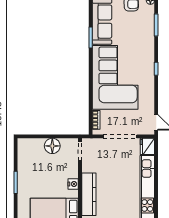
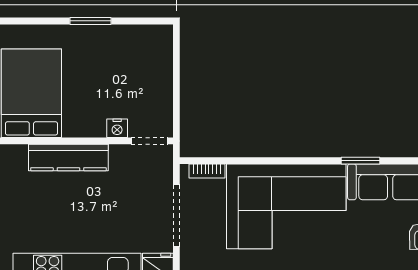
floor lamp: (52, 146) -> (159, 89), removed
nightstand: (73, 184) -> (117, 128), moved

